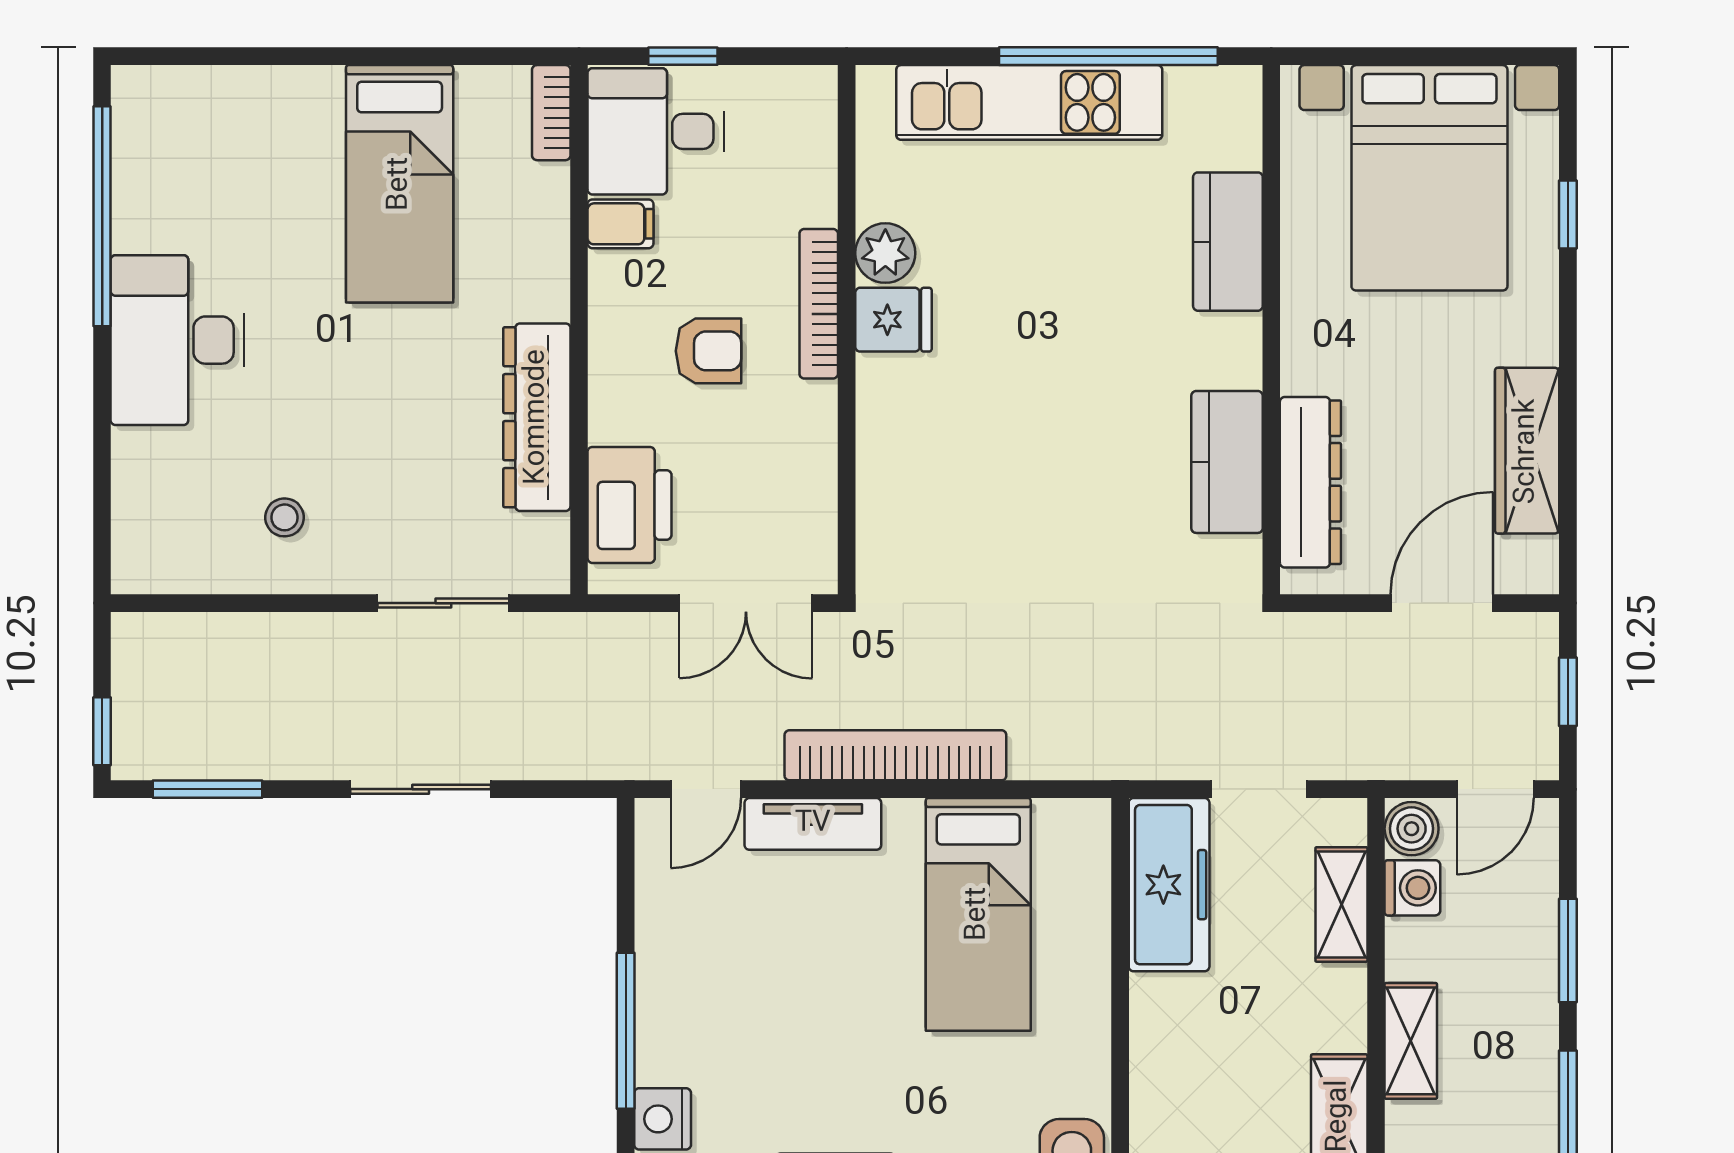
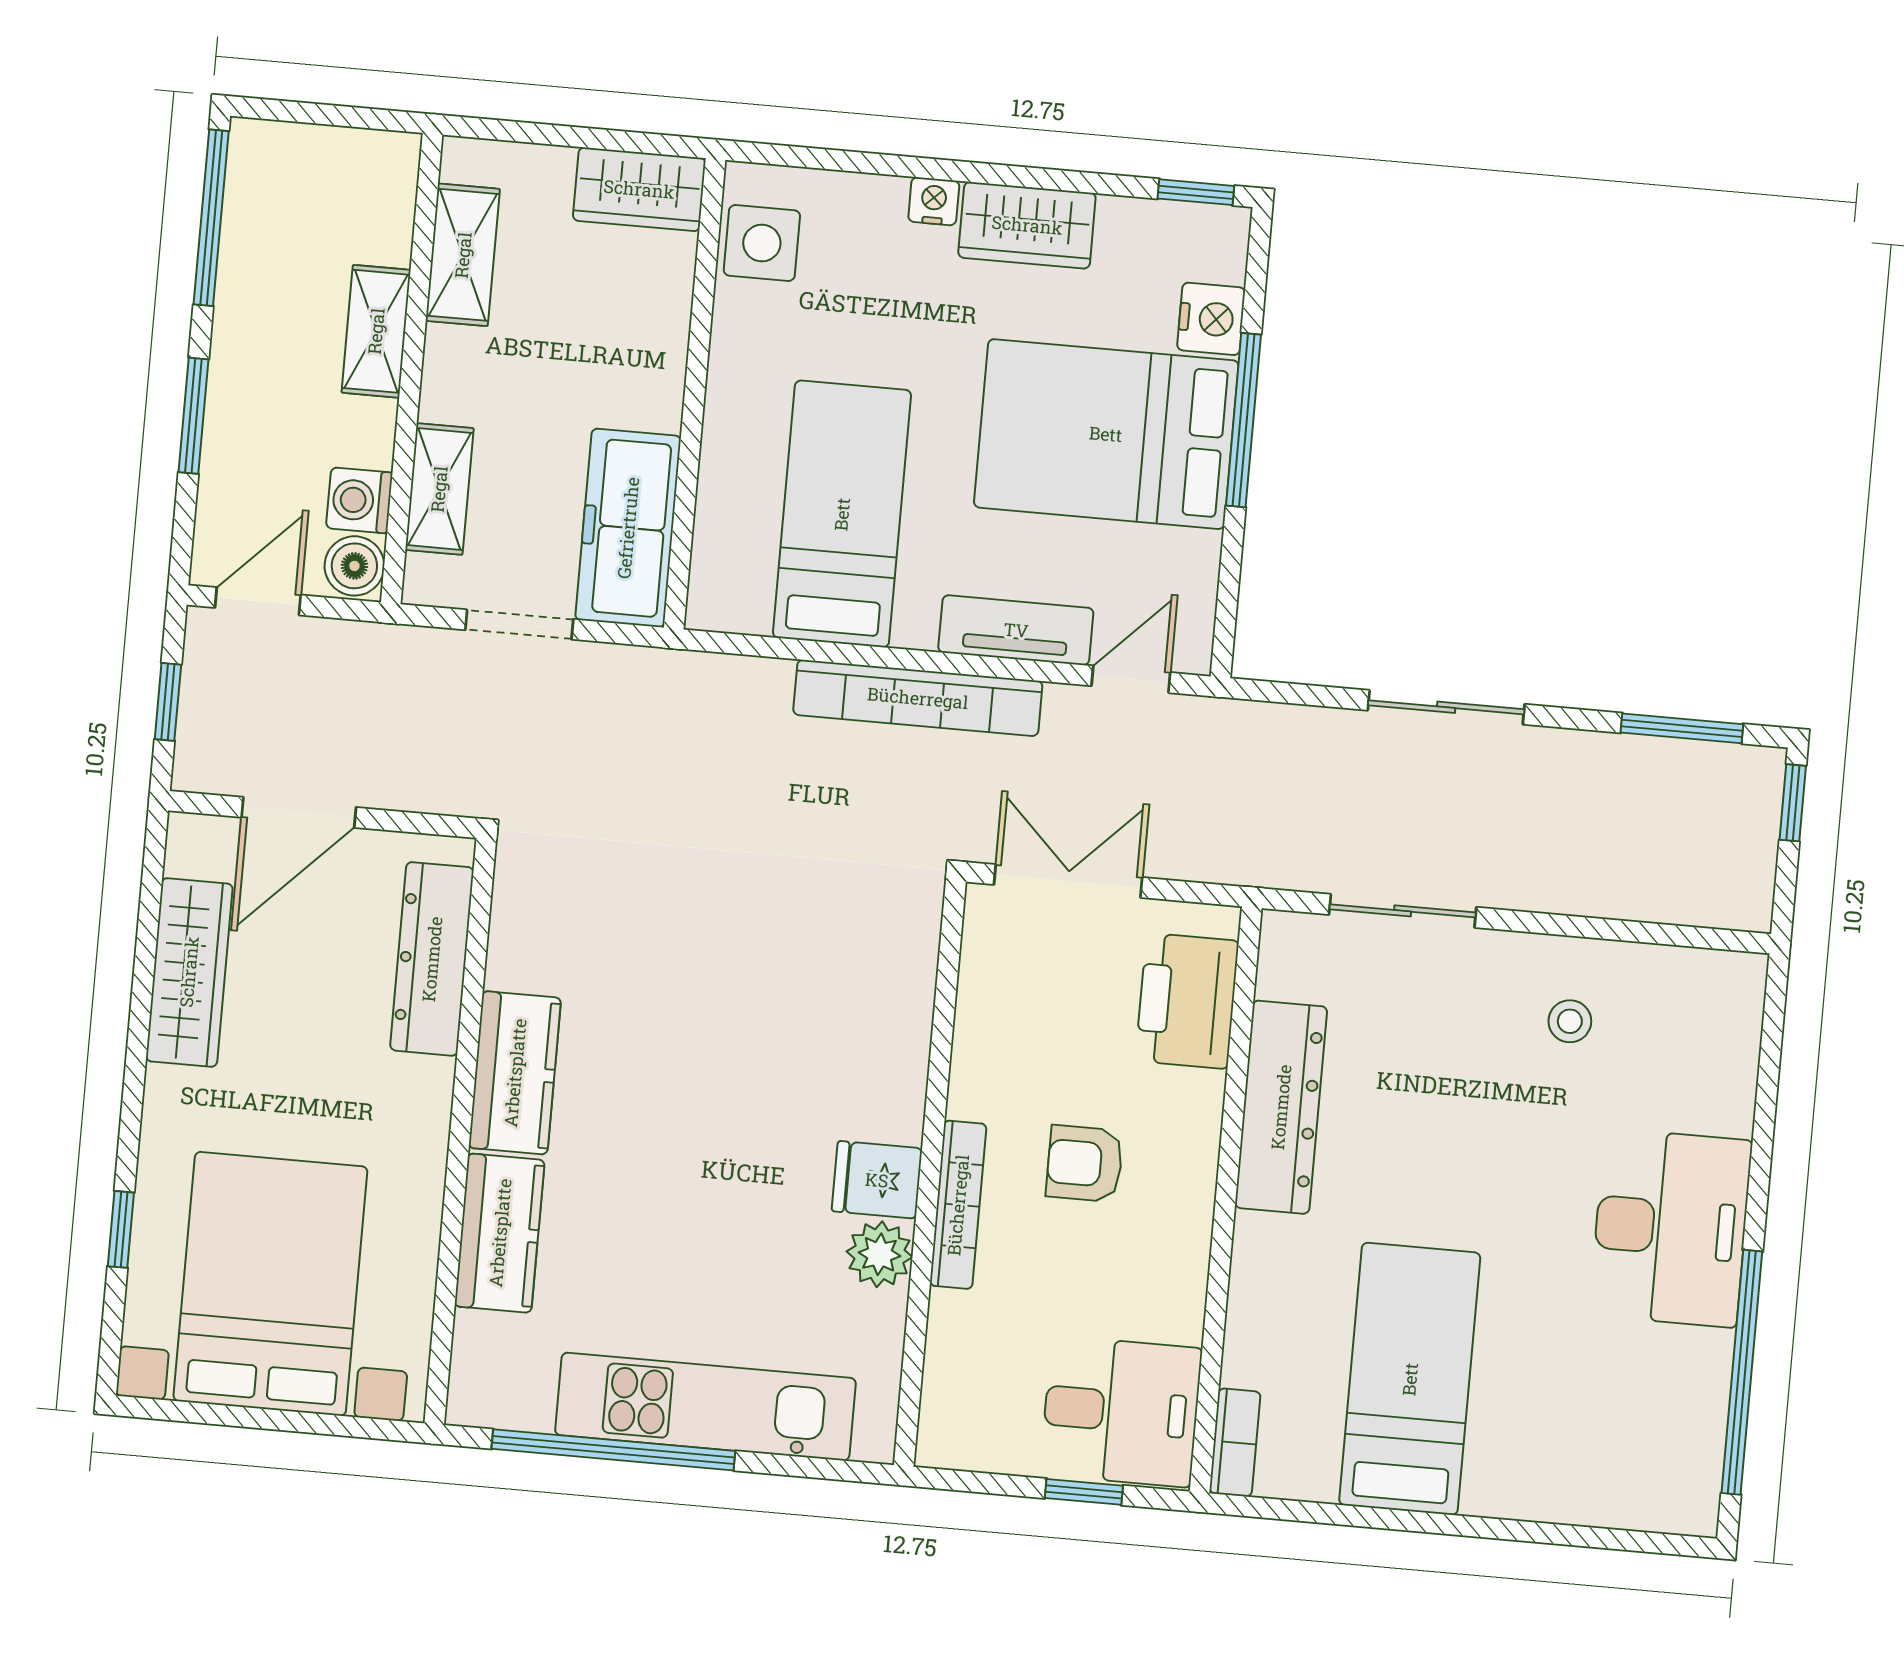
filing cabinet: (621, 224) -> (1169, 1313), removed
kitchen counter: (1227, 462) -> (515, 1073), moved
bed: (747, 1007) -> (1106, 434), added

